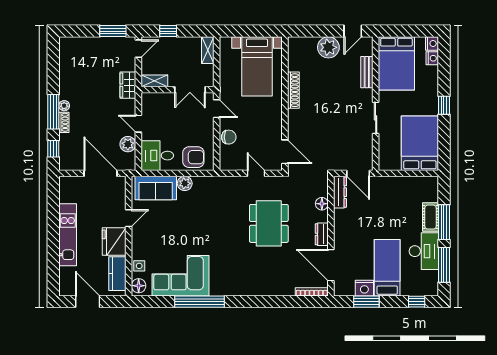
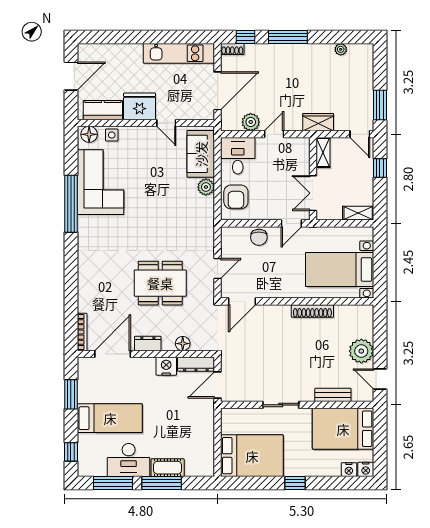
plant: (64, 106) -> (341, 49), moved
shoe rack: (64, 122) -> (232, 49), moved
kitchen unit: (68, 235) -> (179, 53), moved
nightstand: (364, 288) -> (166, 366), moved, turned 90

